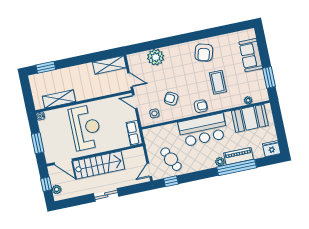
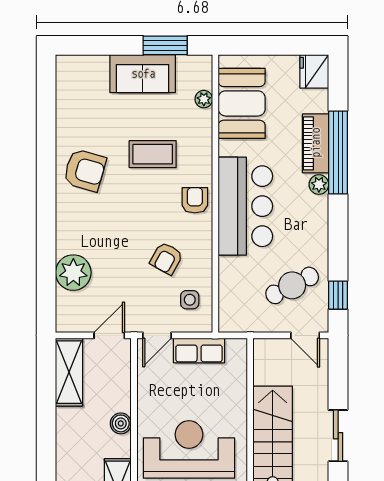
sofa: (251, 55) -> (143, 74), moved
boiler: (91, 94) -> (121, 423), added
row of seats: (134, 133) -> (199, 350), moved

